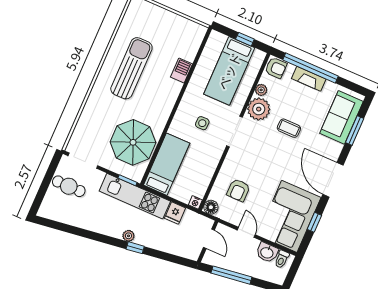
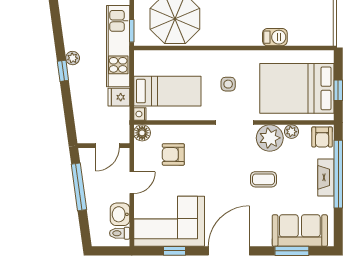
bed: (229, 71) -> (297, 88), width x1.50
coffee table: (289, 128) -> (263, 179), turned 90
bed: (167, 164) -> (167, 91), moved

